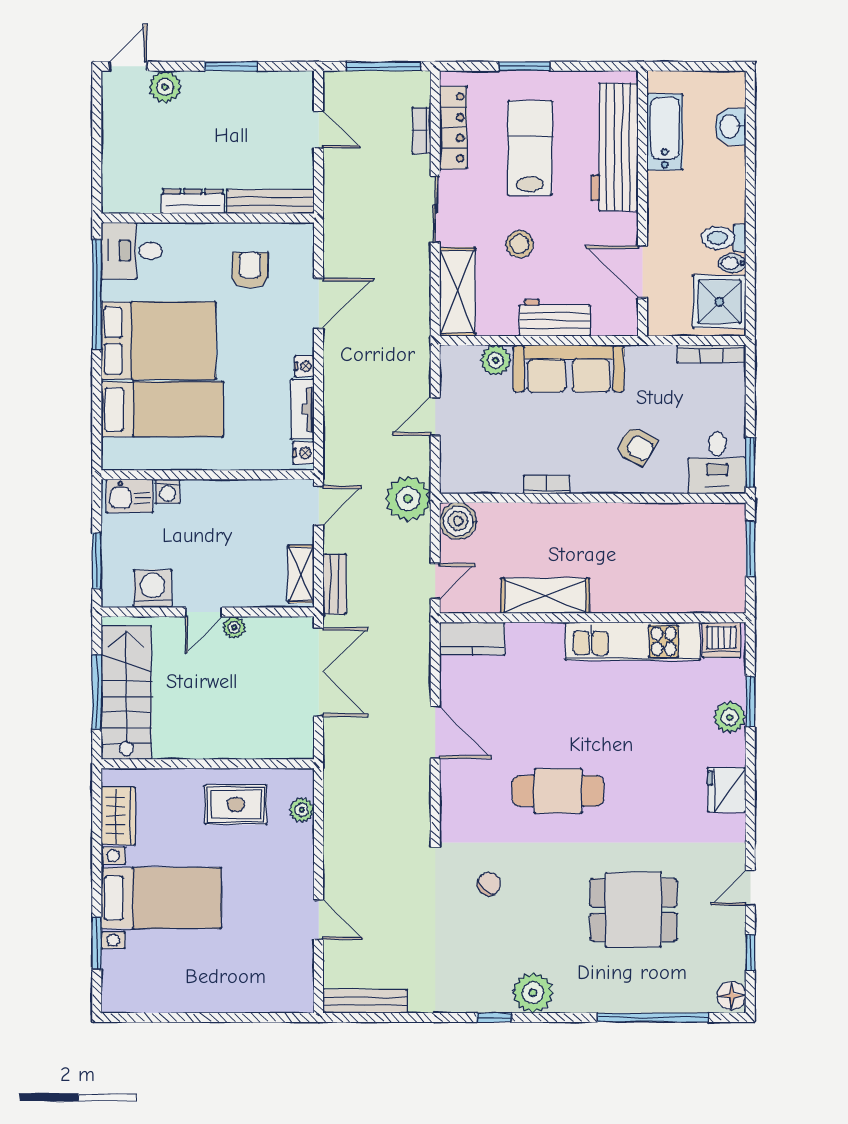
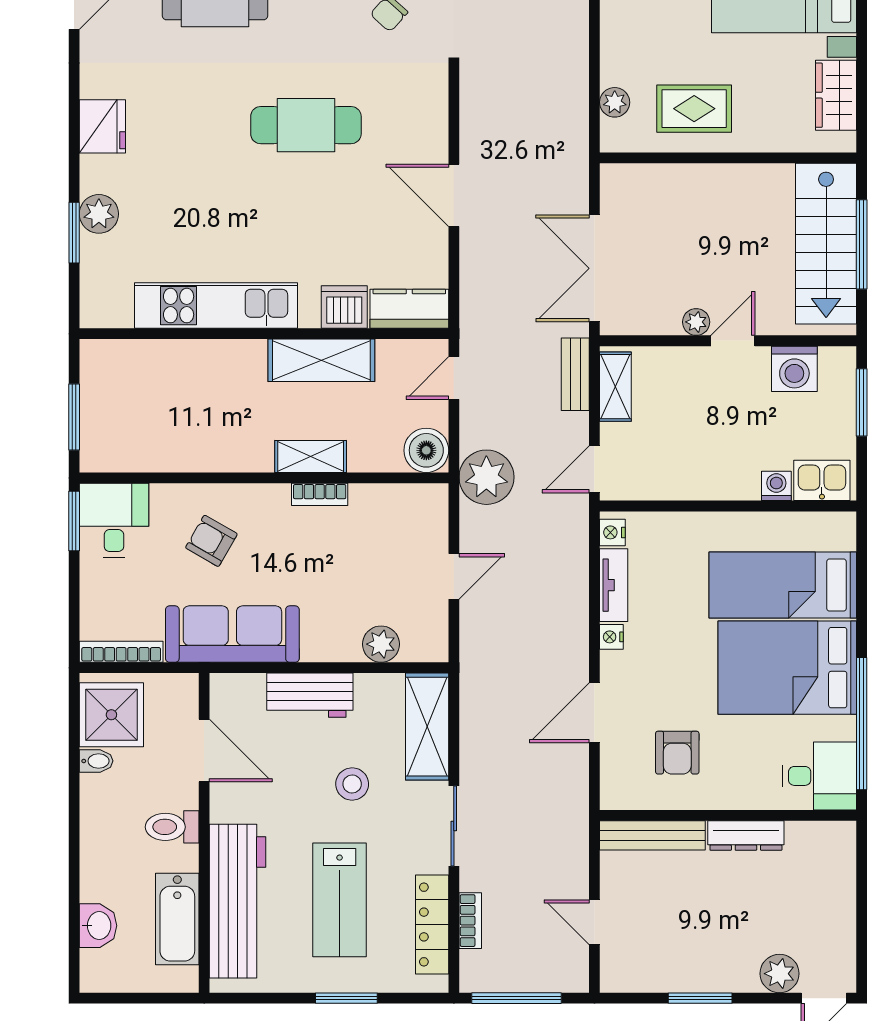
toilet: (724, 238) -> (172, 827), moved, turned 180
sofa: (569, 369) -> (232, 634), moved
shelving: (554, 516) -> (311, 456), added
dishwasher: (721, 640) -> (344, 307), moved

